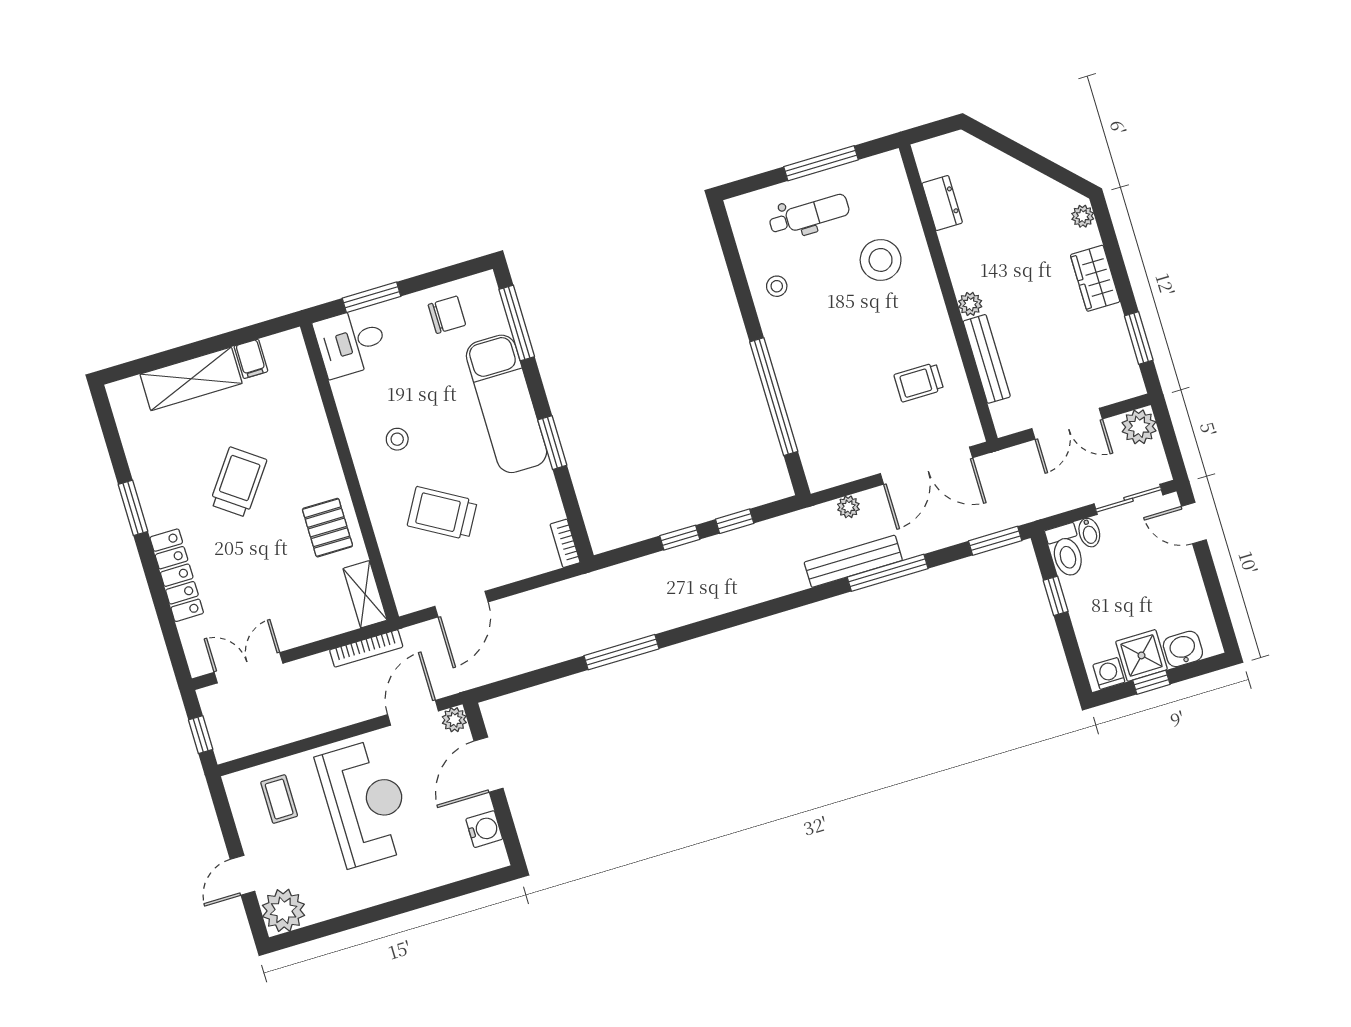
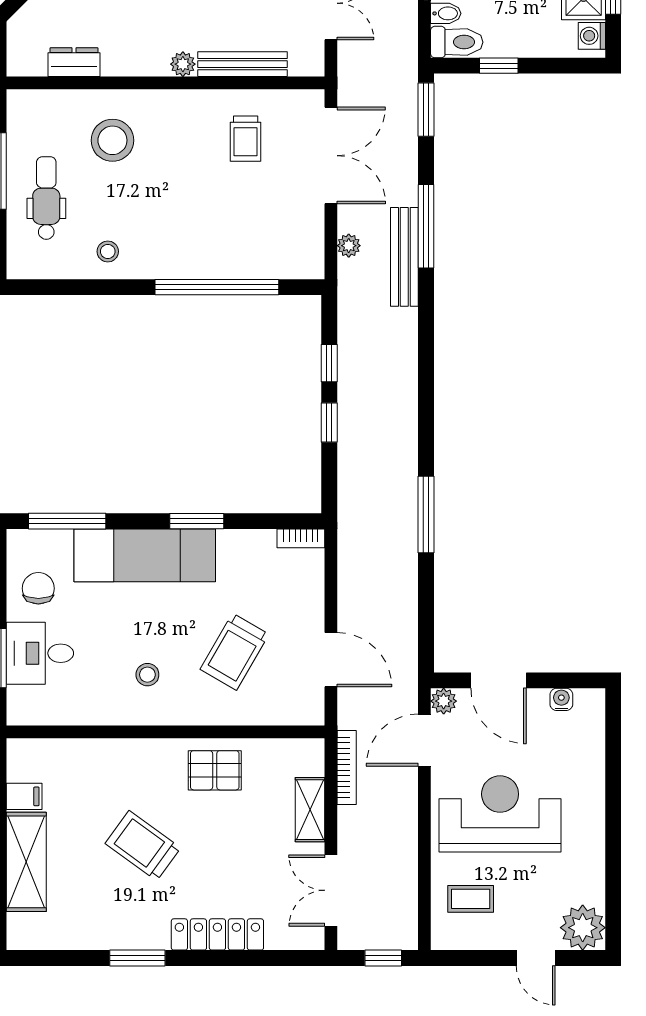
desk: (351, 342) -> (40, 653), moved, turned 90
shelving: (365, 594) -> (310, 810), moved, turned 90
door: (413, 713) -> (424, 740), hinge flipped
water cooler: (484, 829) -> (561, 699), width x0.72, depth x0.72

